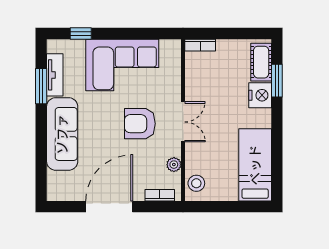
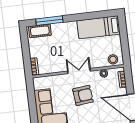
window: (277, 81) -> (49, 21), width x1.44
nightstand: (260, 95) -> (59, 29), removed
armchair: (140, 124) -> (83, 95), turned -96

